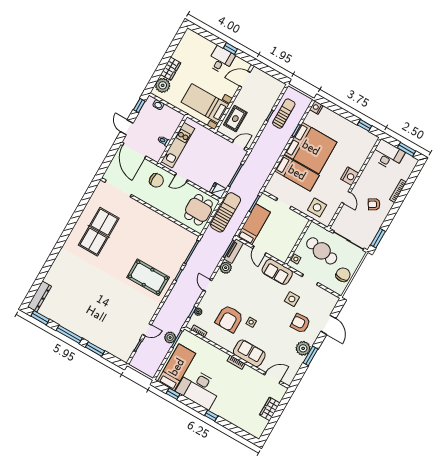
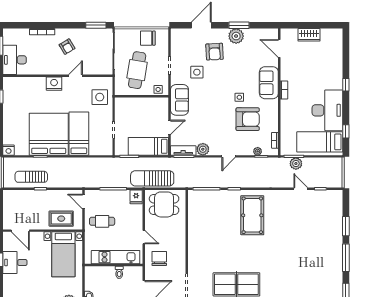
cafe table: (214, 151) -> (102, 221), added

